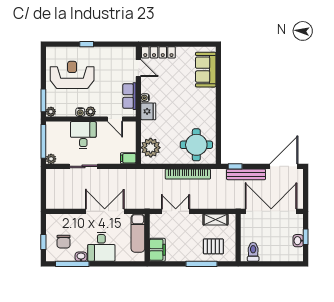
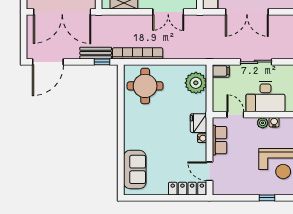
desk: (83, 135) -> (265, 97), width x1.37
sliding door: (83, 166) -> (256, 62), moved
bookcase: (188, 174) -> (138, 53), moved
bench: (246, 174) -> (96, 53), width x0.73

